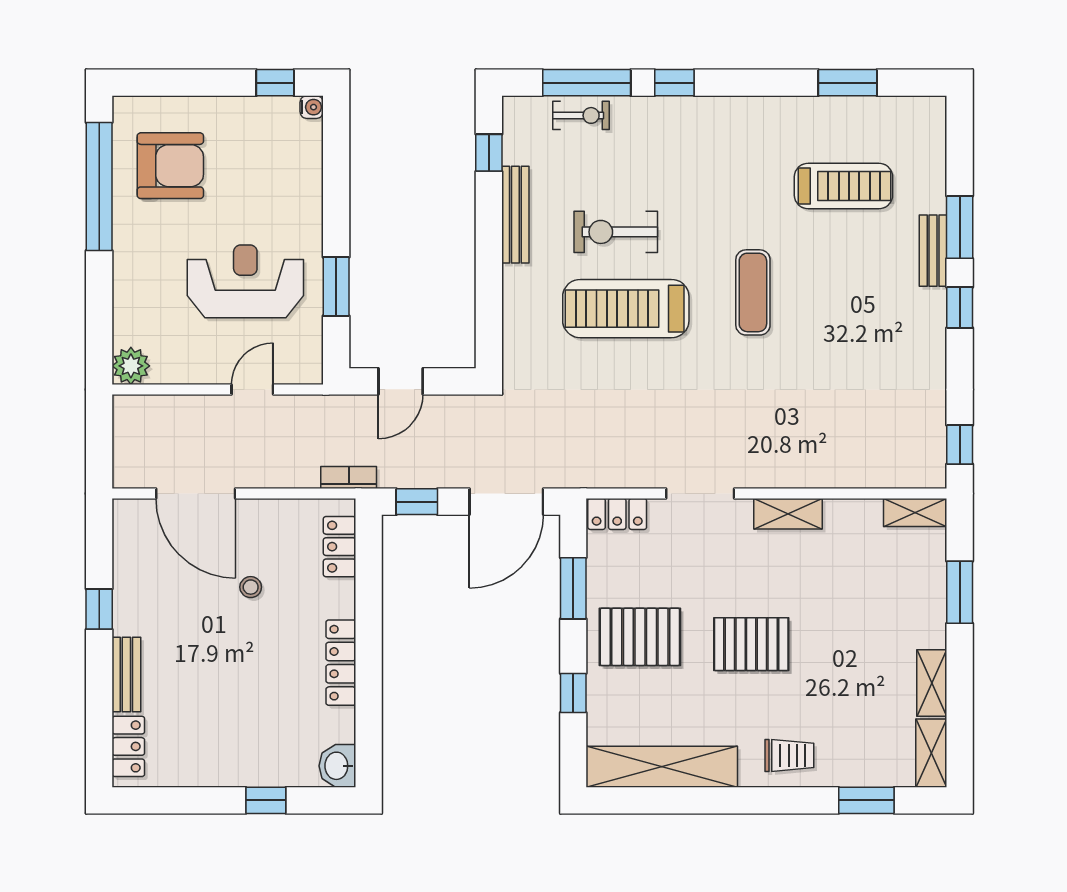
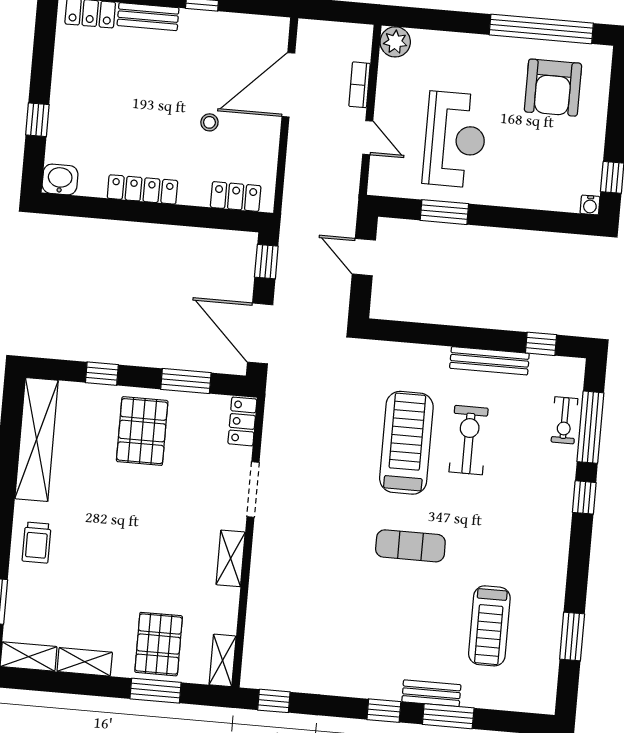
bookcase: (349, 477) -> (359, 85), moved, turned 180
pallet: (751, 644) -> (159, 644), moved

